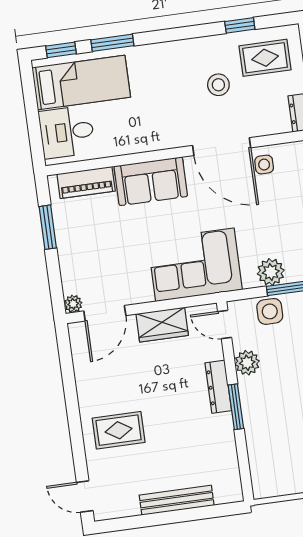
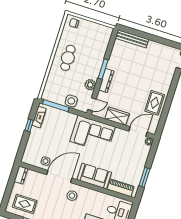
stool: (218, 85) -> (72, 196), moved
door: (222, 147) -> (59, 176), hinge flipped
plant: (271, 272) -> (63, 117), removed
door: (225, 325) -> (92, 104), hinge flipped
rug: (119, 430) -> (155, 103), moved, turned 90
bench: (177, 500) -> (132, 39), moved

